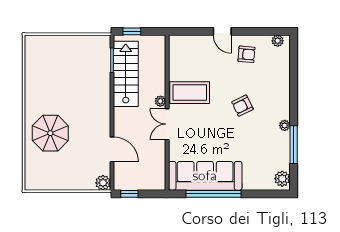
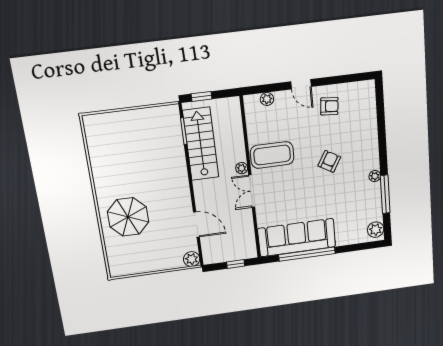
plant: (278, 41) -> (267, 99), moved
armchair: (242, 106) -> (329, 161), turned 146
window: (129, 194) -> (236, 264), moved

